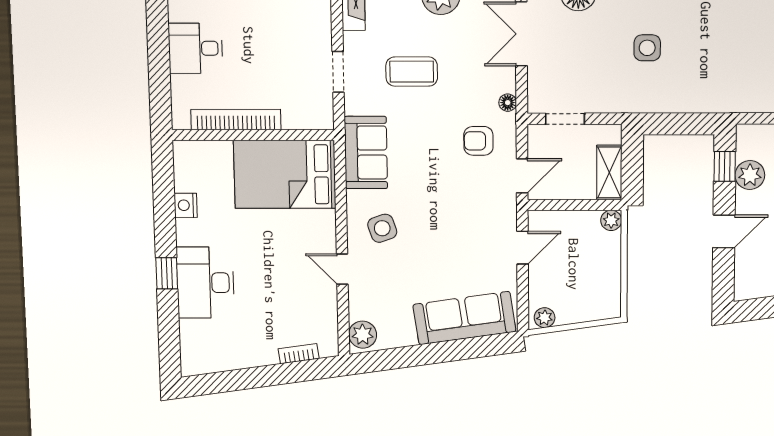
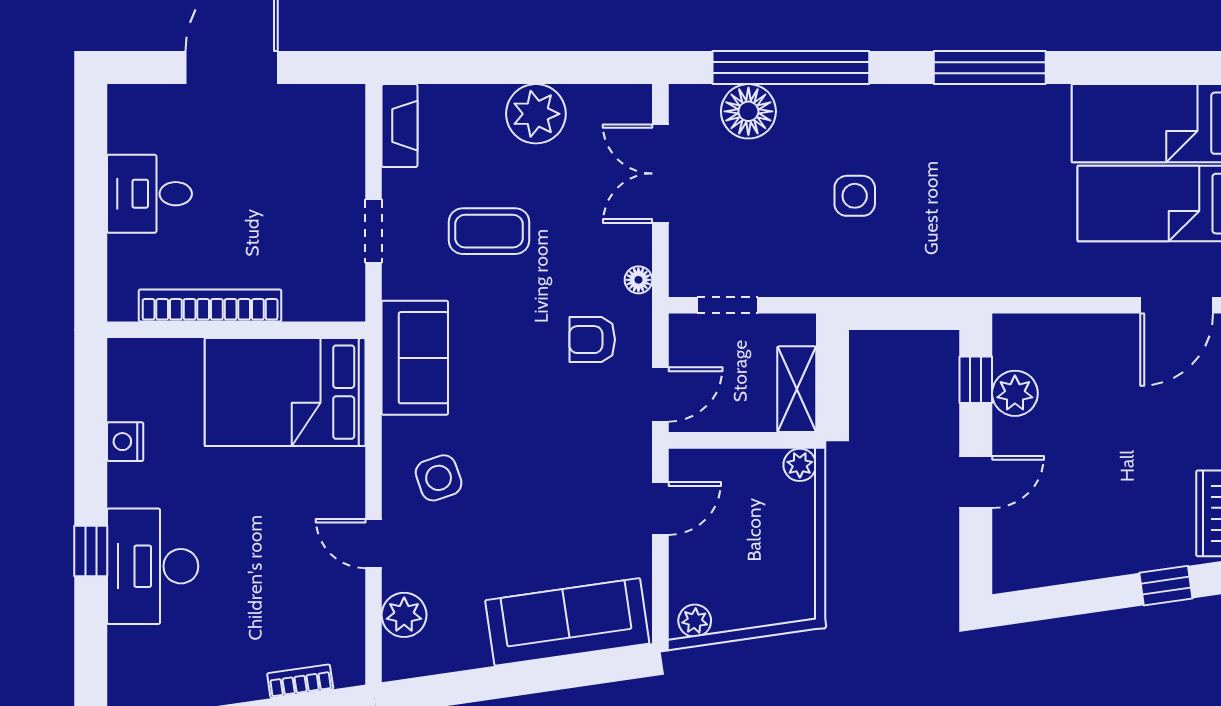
plant: (363, 335) -> (404, 615), moved

